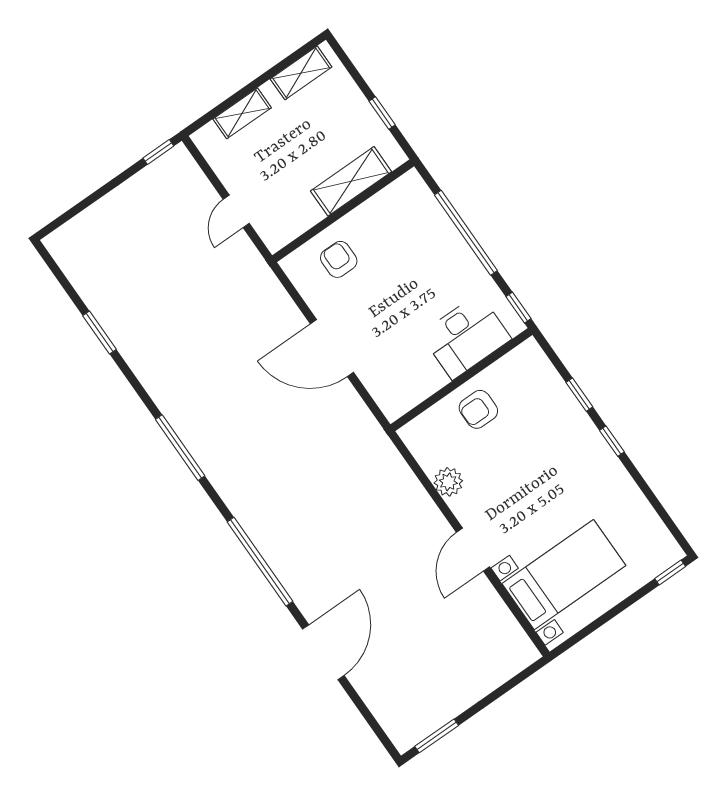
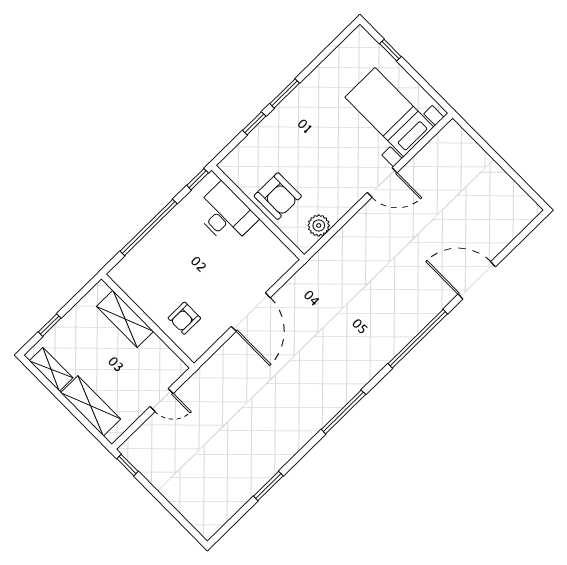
shelving: (242, 113) -> (91, 406), width x1.50, depth x1.33
window: (382, 113) -> (50, 325), moved
armchair: (478, 409) -> (278, 196), width x1.38, depth x1.38
window: (612, 441) -> (285, 93), width x1.50
plant: (448, 482) -> (319, 225), moved
window: (670, 572) -> (390, 50), moved
window: (437, 736) -> (525, 186), removed

